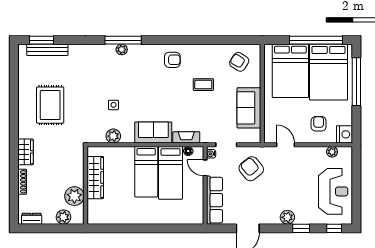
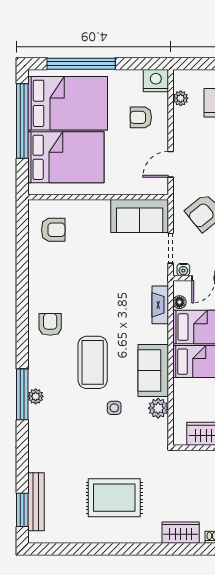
armchair: (239, 62) -> (53, 230), turned -122
coffee table: (203, 85) -> (93, 362), moved, width x1.86, depth x1.72
sofa: (249, 108) -> (140, 216), moved
sofa: (153, 133) -> (153, 370), moved

